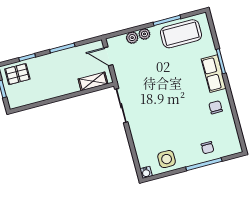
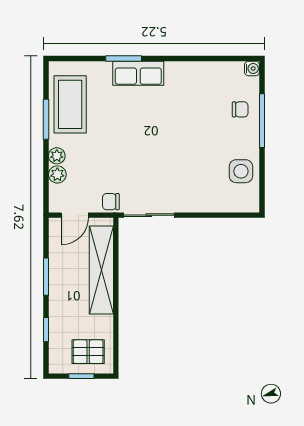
pallet: (17, 74) -> (88, 352), moved, turned 90
shelving: (93, 81) -> (101, 270), width x2.20, depth x1.33
chair: (216, 107) -> (111, 202), moved
water cooler: (146, 172) -> (252, 68), moved

